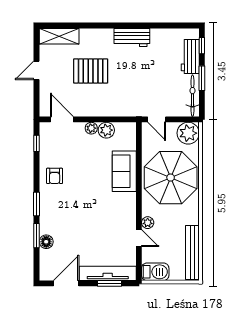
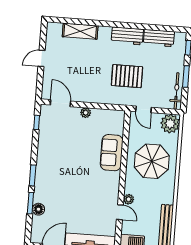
shelving: (59, 36) -> (80, 31), moved
workbench: (190, 56) -> (159, 38), moved, turned -90
pallet: (91, 71) -> (127, 76), moved
plant: (106, 130) -> (99, 115), removed
armchair: (55, 176) -> (50, 152), removed
parasol: (171, 178) -> (152, 161), width x0.73, depth x0.73

